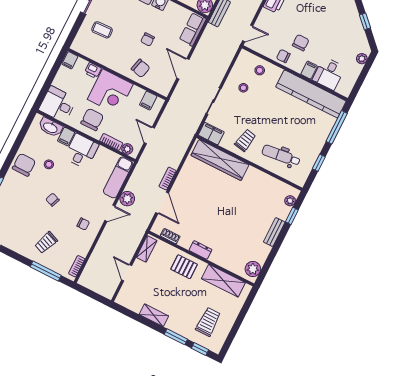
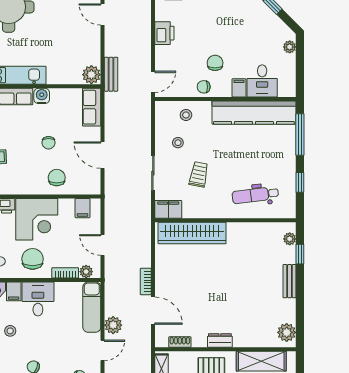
chair: (141, 68) -> (57, 178), turned -104
trolley: (245, 140) -> (199, 174), moved

